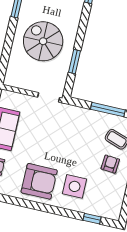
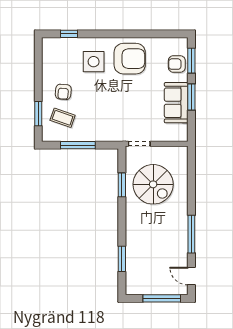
spiral stairs: (43, 41) -> (153, 184), moved
armchair: (39, 181) -> (130, 59), turned 180

